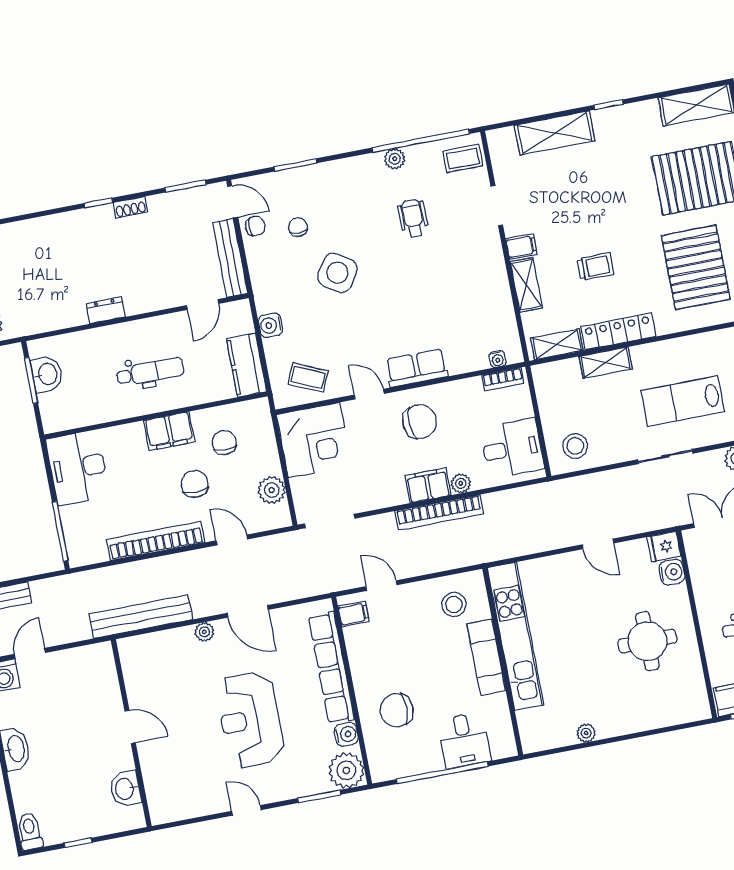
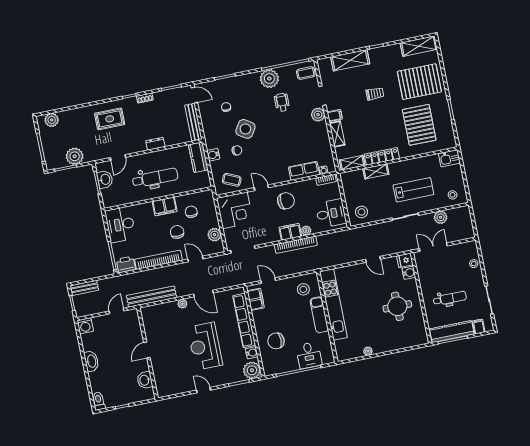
plant: (395, 159) -> (269, 79), width x1.87, depth x1.87
chair: (255, 226) -> (237, 150), moved
plant: (487, 244) -> (318, 115), added
rug: (58, 250) -> (110, 119), added
trolley: (595, 267) -> (375, 94), moved
door: (203, 305) -> (118, 158), moved
dresser: (106, 310) -> (155, 144), moved
kitchen counter: (247, 365) -> (198, 157), moved
row of seats: (417, 368) -> (304, 171), moved
dental chair: (150, 372) -> (155, 178), width x1.36, depth x1.38
lab bench: (683, 401) -> (413, 190), turned 180
printer: (88, 550) -> (126, 265), added
filing cabinet: (354, 614) -> (256, 299), width x2.00
door: (30, 653) -> (116, 311), moved
door: (130, 727) -> (147, 350), swing flipped

